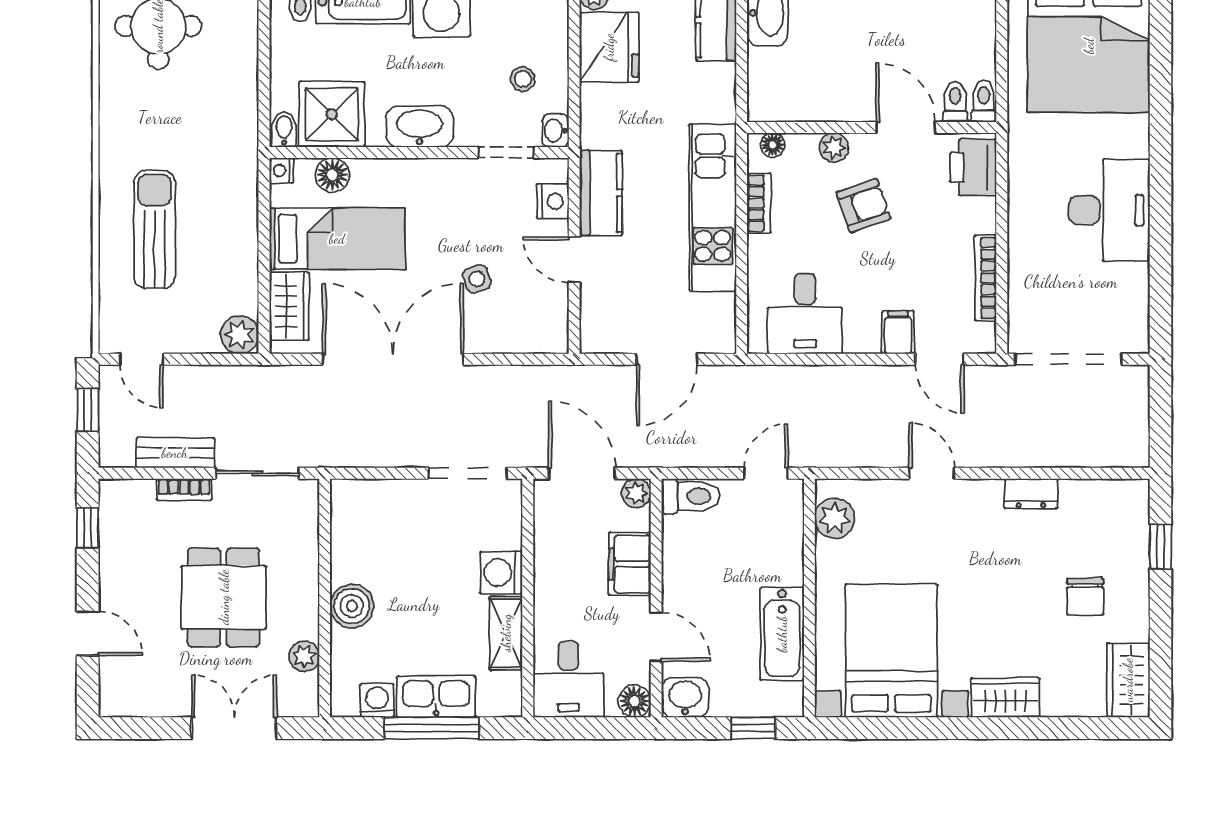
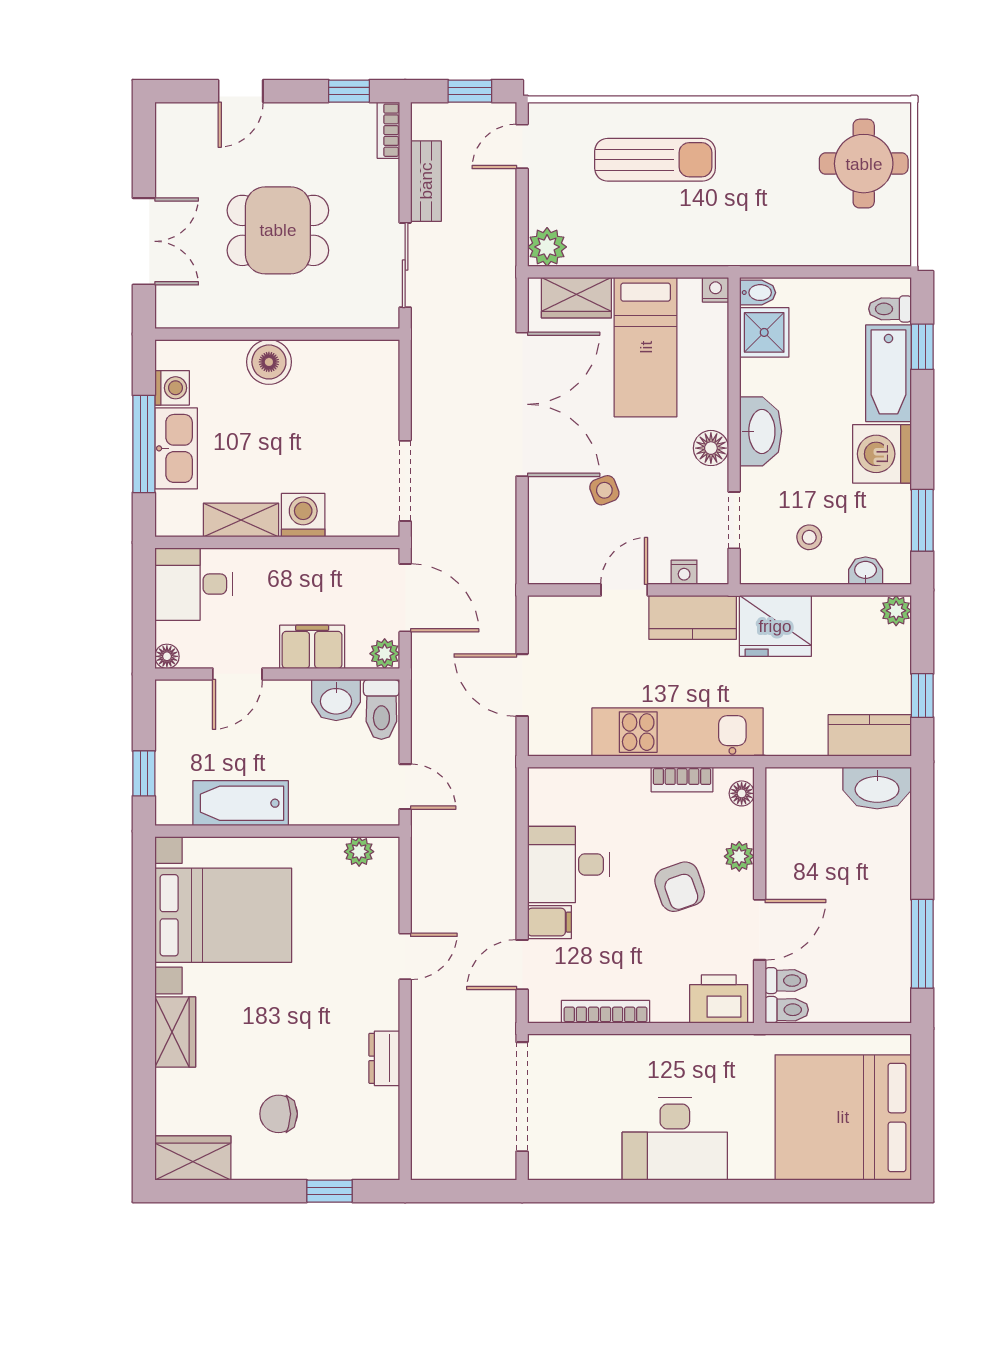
fridge: (609, 47) -> (775, 626), moved
shower: (332, 114) -> (764, 332), width x0.73, depth x0.73
washbasin: (555, 131) -> (866, 571), moved
floor lamp: (332, 175) -> (711, 448), moved
nightstand: (553, 201) -> (684, 572), width x0.72, depth x0.74
desk: (805, 314) -> (569, 864), moved
door: (582, 473) -> (405, 598), hinge flipped
bookcase: (184, 490) -> (388, 130), moved
plant: (835, 518) -> (359, 852), width x0.73, depth x0.73
plant: (304, 656) -> (217, 313), removed
washbasin: (685, 697) -> (336, 700), moved, turned 90
floor lamp: (634, 701) -> (167, 656), width x0.73, depth x0.73

